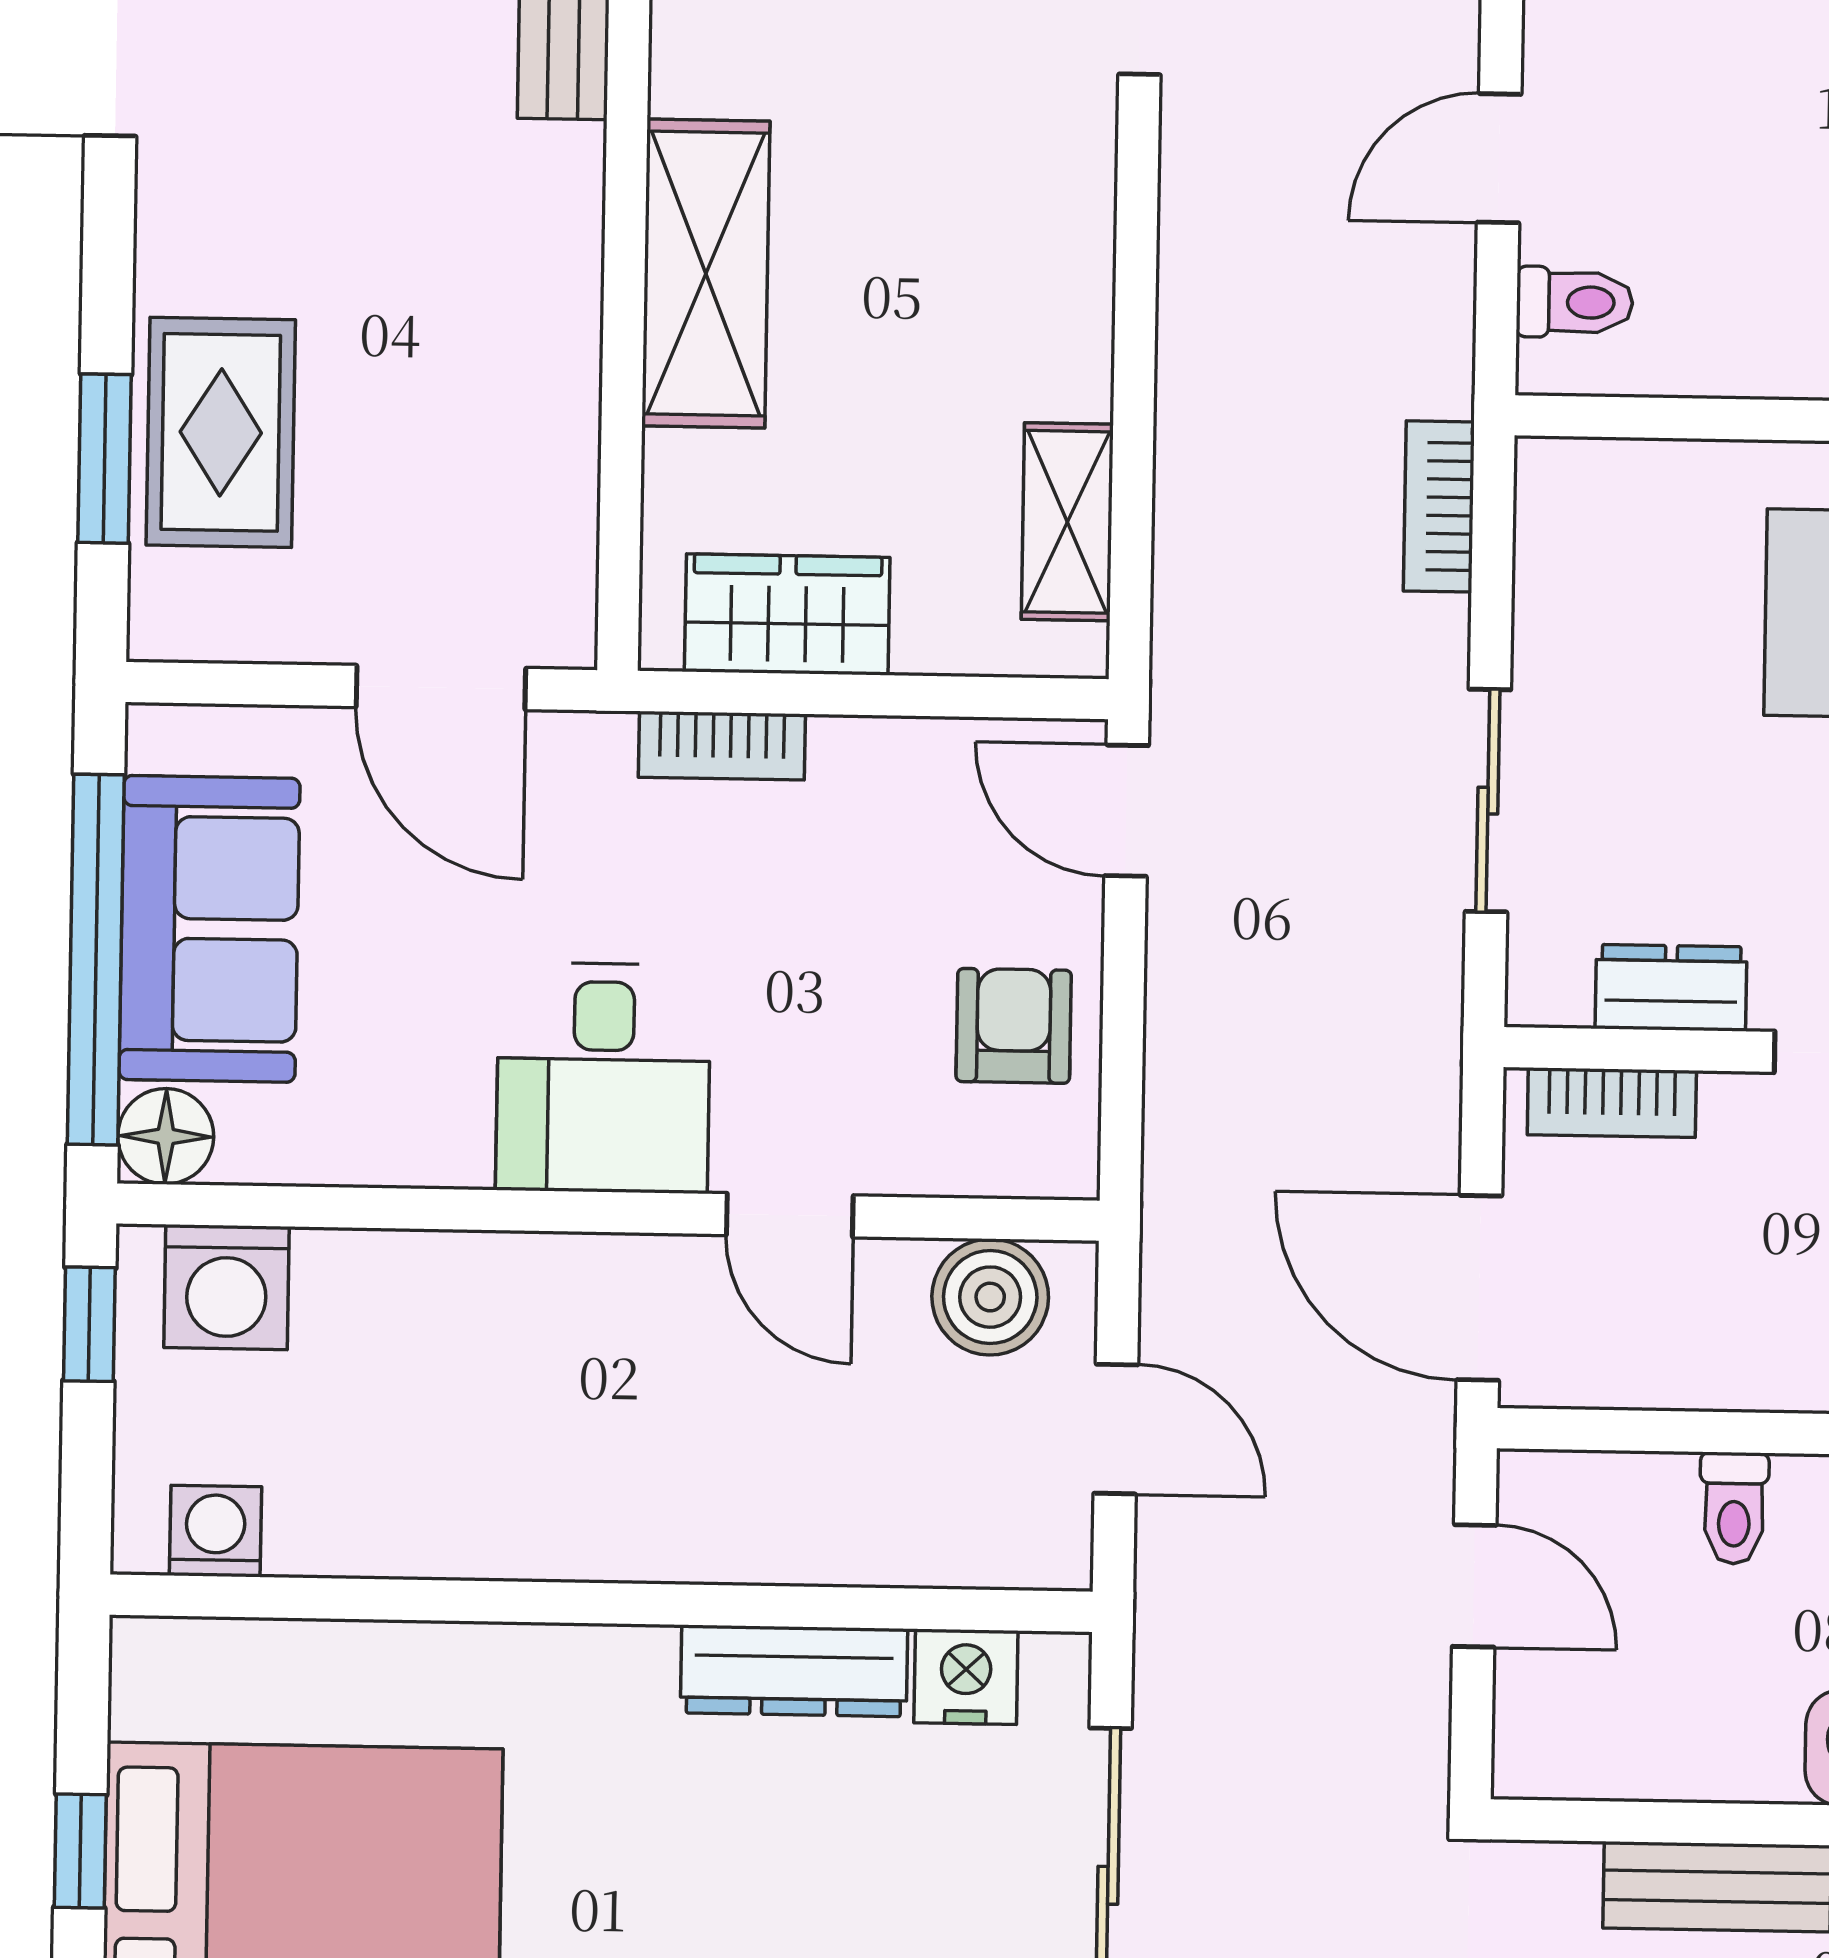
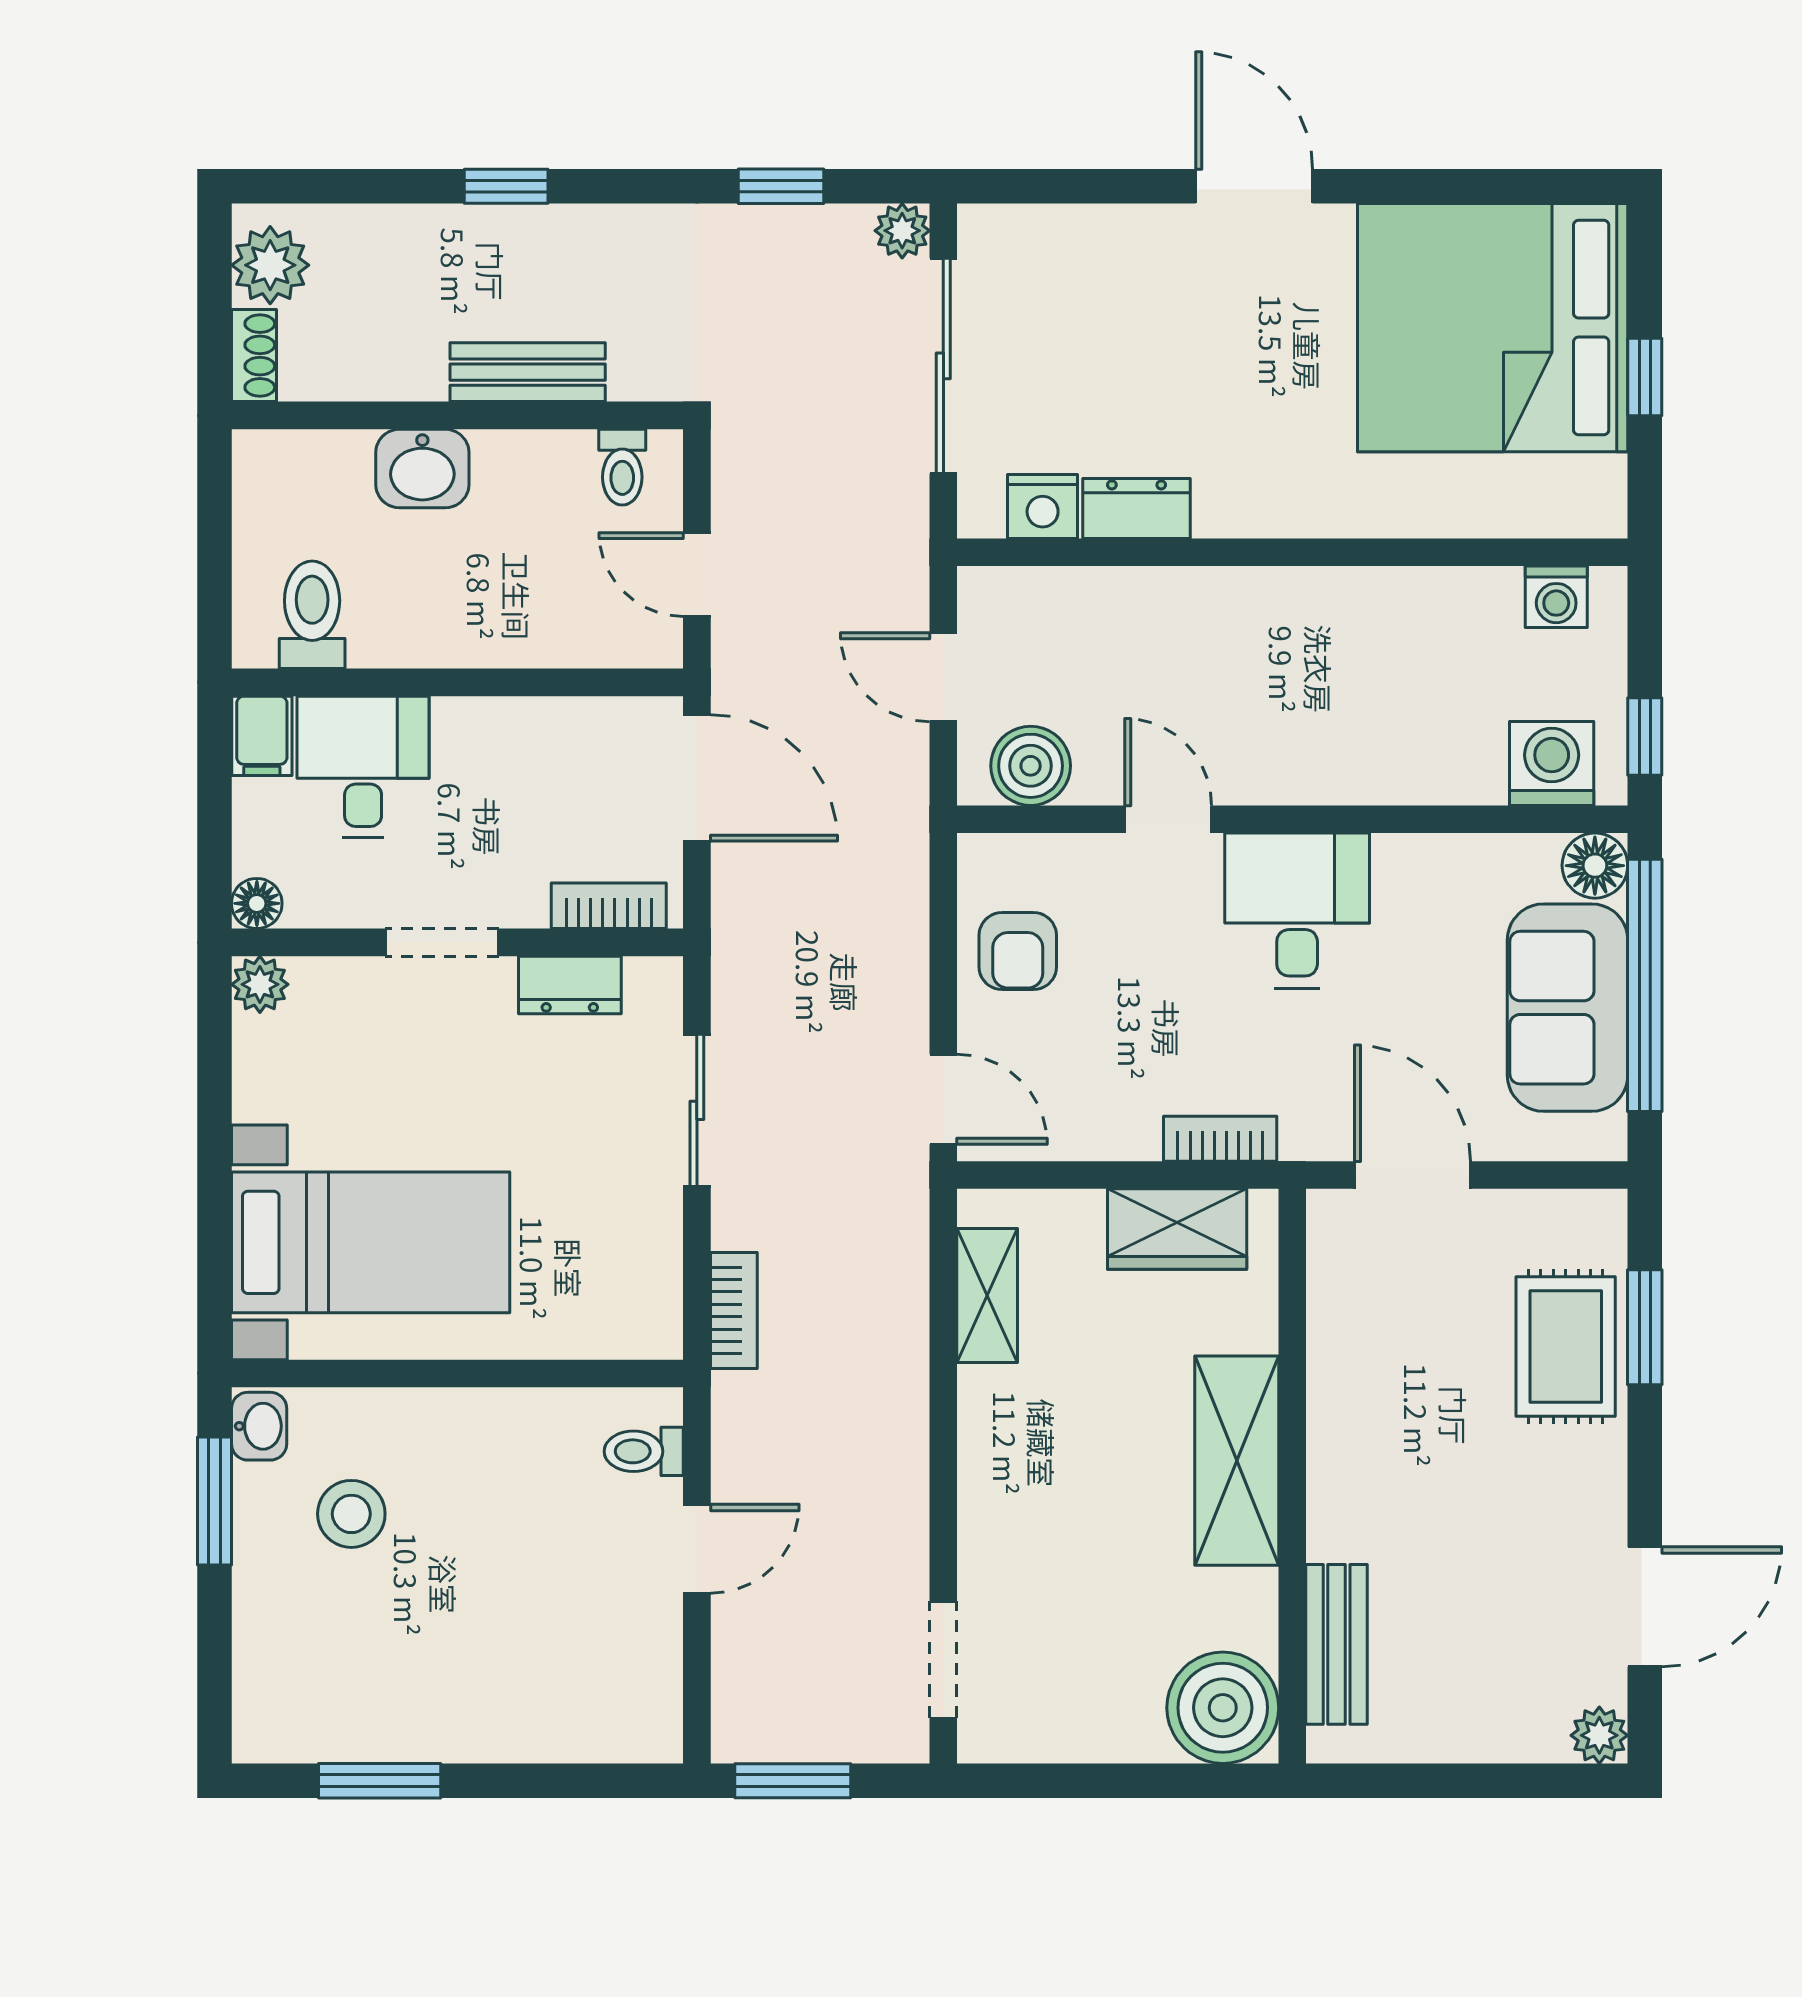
toilet: (1734, 1508) -> (622, 467), moved, turned 180
dresser: (794, 1671) -> (1137, 508), width x0.70

